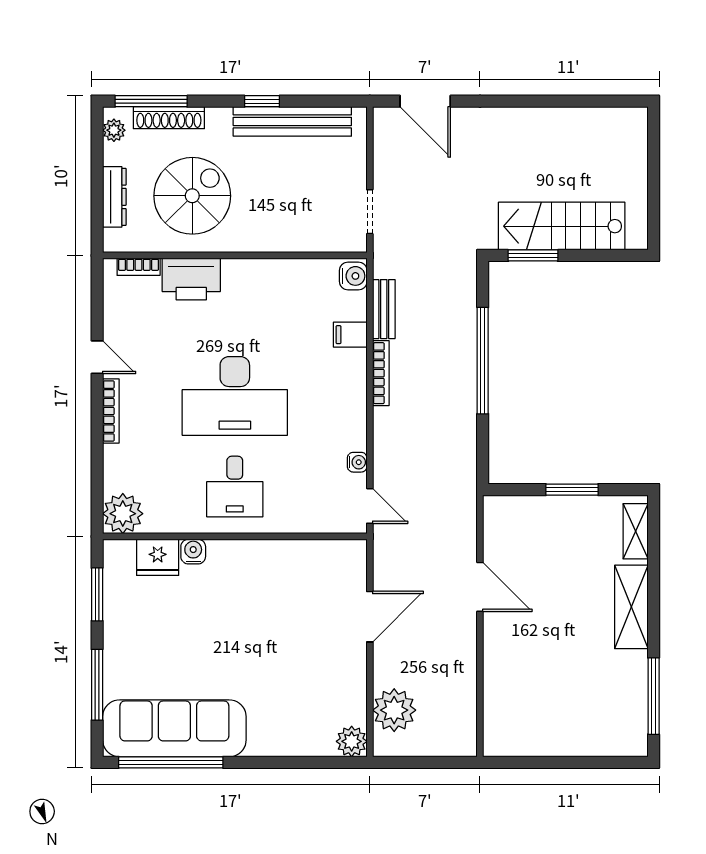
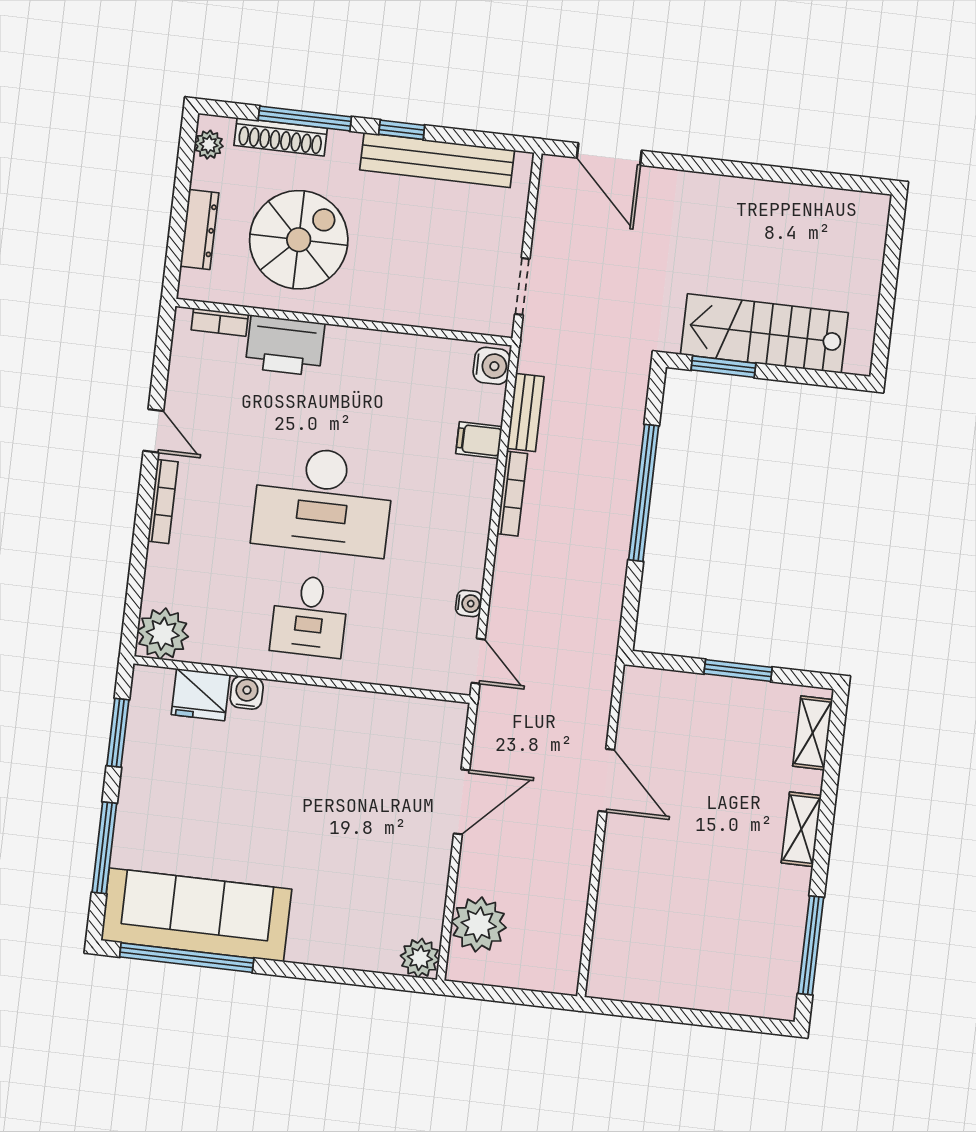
window: (151, 101) -> (305, 118), moved
shelving: (631, 607) -> (801, 829), width x0.67, depth x0.75

